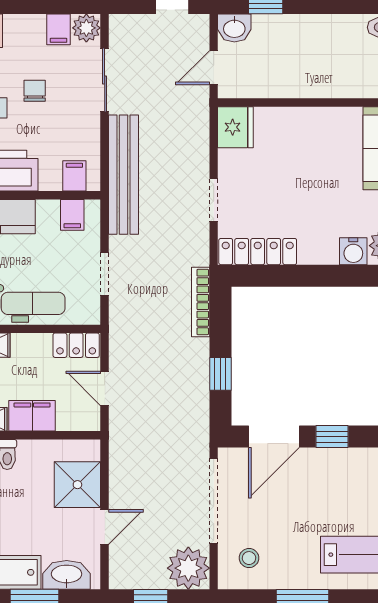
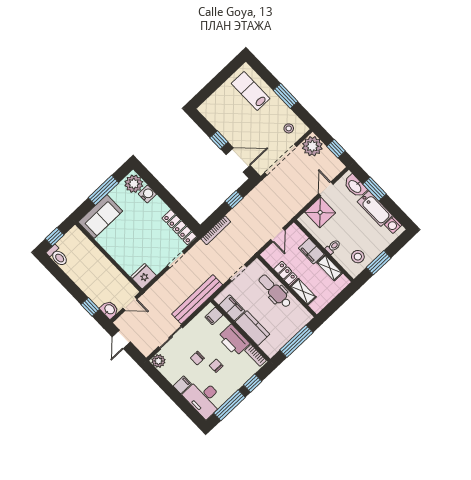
filing cabinet: (59, 29) -> (182, 385), moved
filing cabinet: (72, 215) -> (232, 308), width x2.00
locker: (76, 345) -> (285, 273), moved
door: (105, 527) -> (326, 189), hinge flipped

